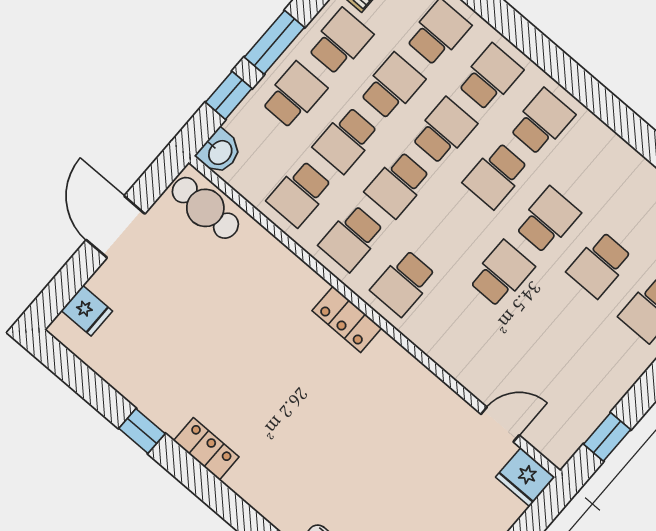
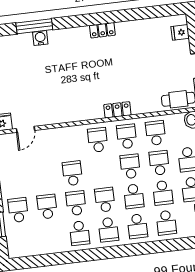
school desk: (594, 166) -> (80, 233), added
school desk: (548, 220) -> (76, 203), turned 180
school desk: (502, 274) -> (72, 173), turned 180
locker: (347, 319) -> (117, 110), moved
window: (142, 431) -> (126, 15), removed

